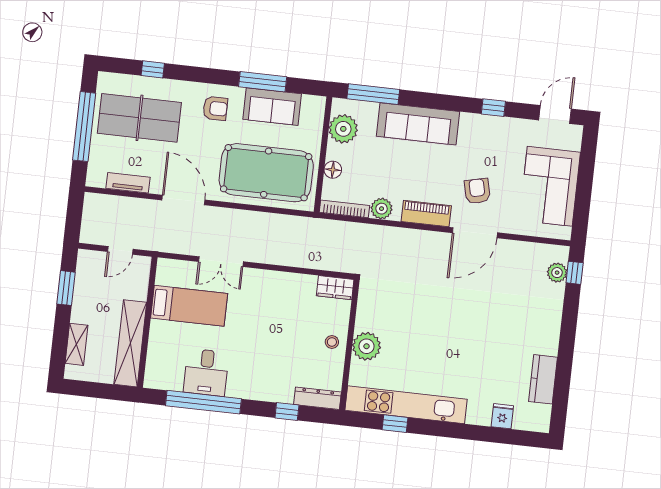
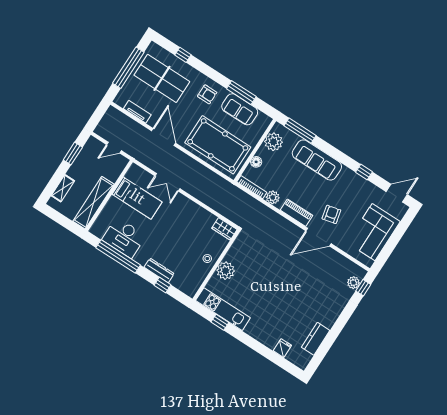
desk: (206, 372) -> (124, 238), width x1.37
dresser: (317, 398) -> (159, 270), moved
kitchen unit: (406, 405) -> (223, 309), width x0.73

